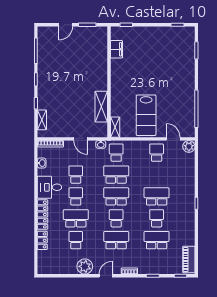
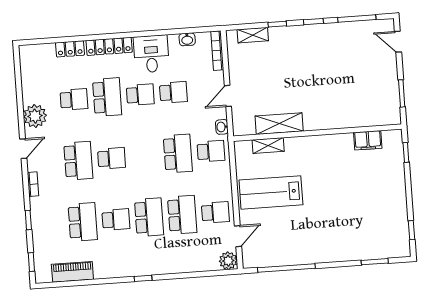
door: (66, 25) -> (398, 42), moved
shelving: (115, 127) -> (268, 145), moved
school desk: (116, 196) -> (182, 215), moved
piano: (189, 260) -> (72, 272), moved
door: (106, 276) -> (23, 149), hinge flipped

